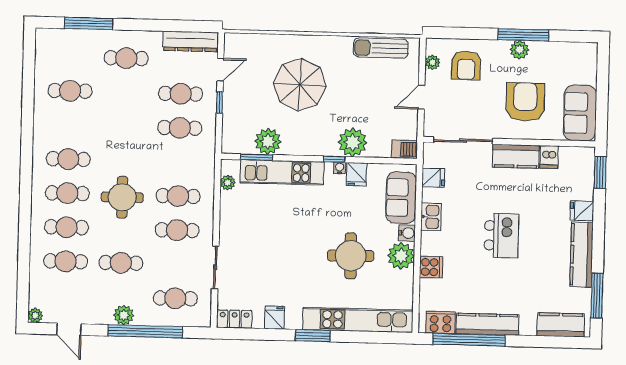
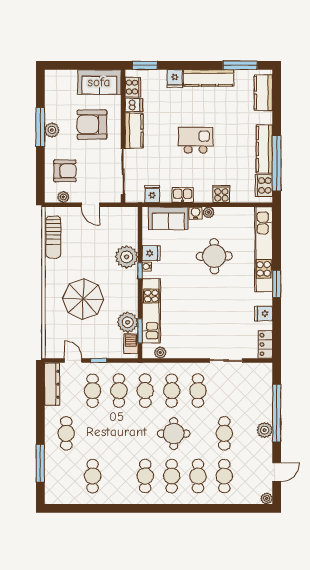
barbecue: (404, 149) -> (131, 344), moved
cooker: (572, 156) -> (133, 87), added
plant: (401, 256) -> (208, 212), width x0.53, depth x0.53
cafe table: (175, 298) -> (145, 391), moved

